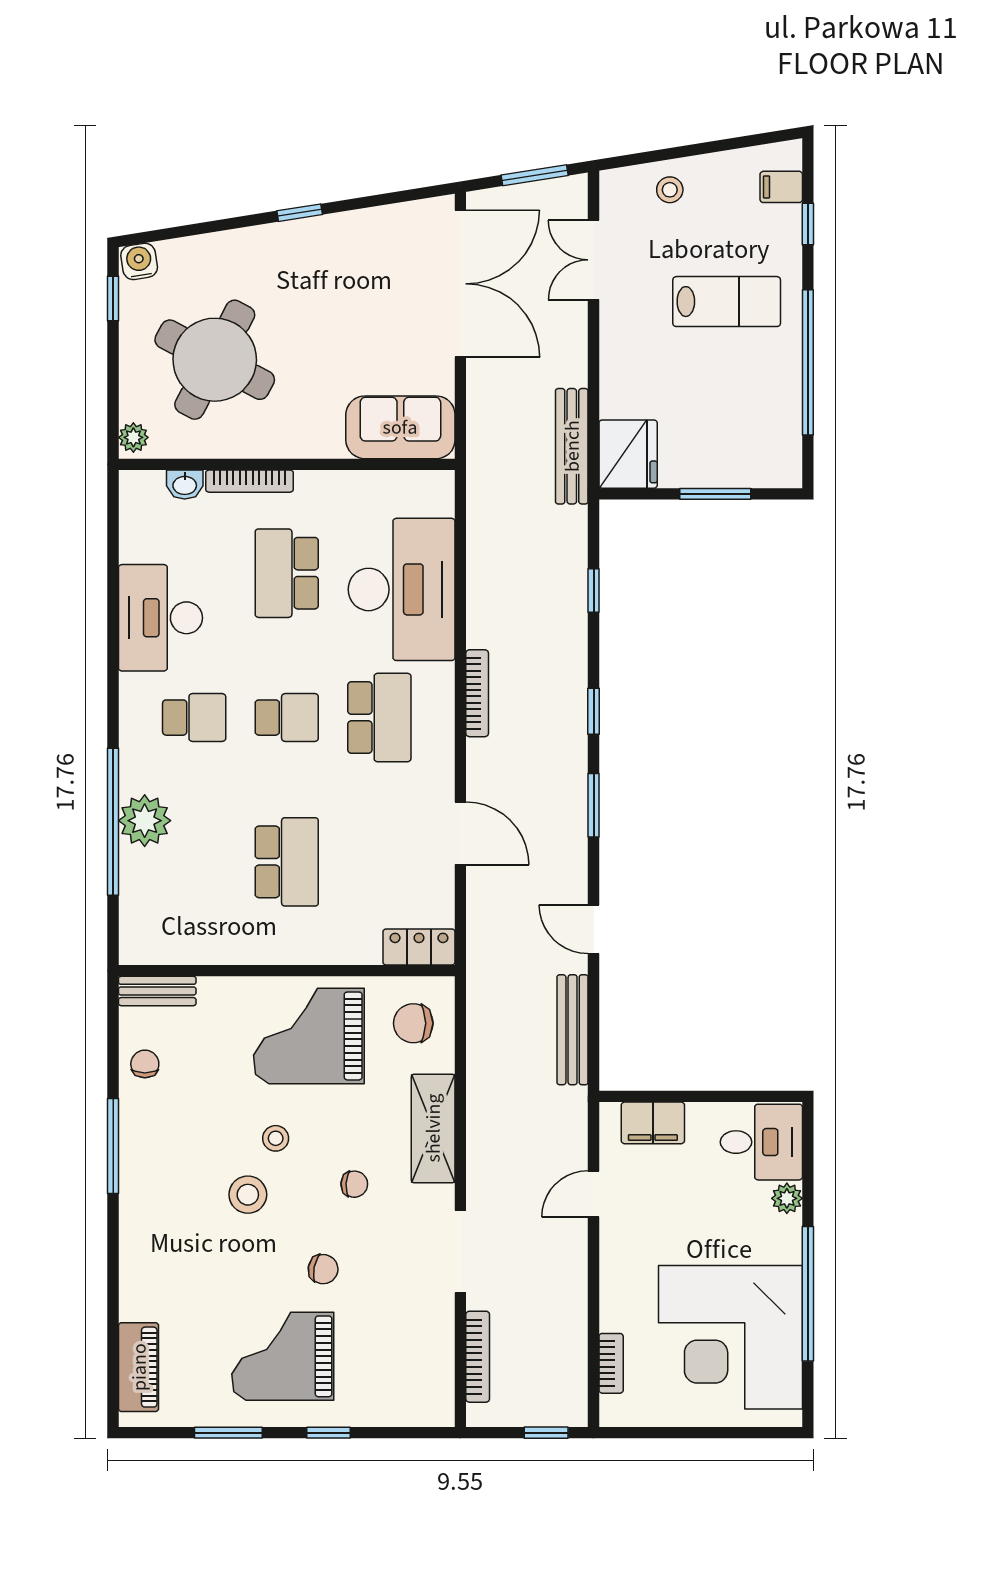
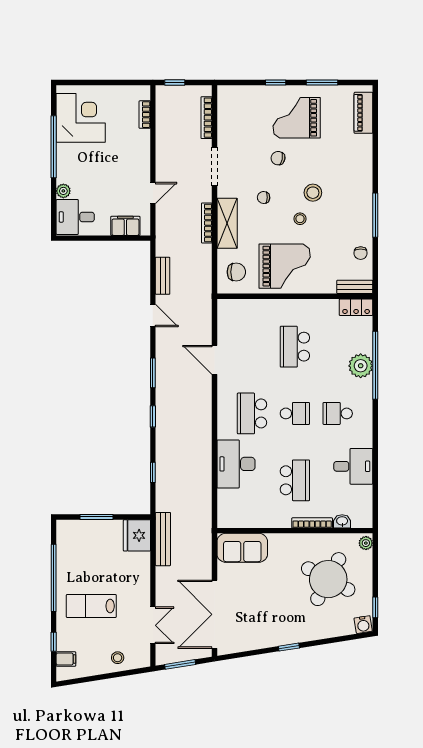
desk: (402, 589) -> (236, 464), width x0.73, depth x0.77
desk: (160, 618) -> (353, 466), width x0.73
bookcase: (477, 693) -> (207, 223), moved
school desk: (287, 718) -> (295, 413), turned 180
locker: (419, 947) -> (356, 307), moved
bench: (573, 1030) -> (163, 276), width x0.73
corner desk: (730, 1337) -> (81, 118), width x0.74, depth x0.74
grand piano: (283, 1356) -> (297, 118), turned 180

